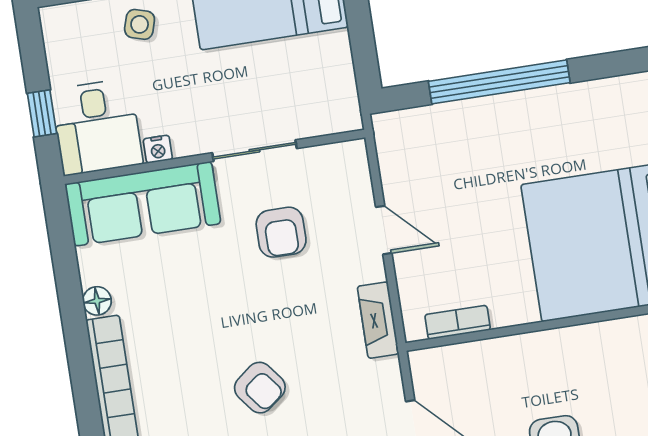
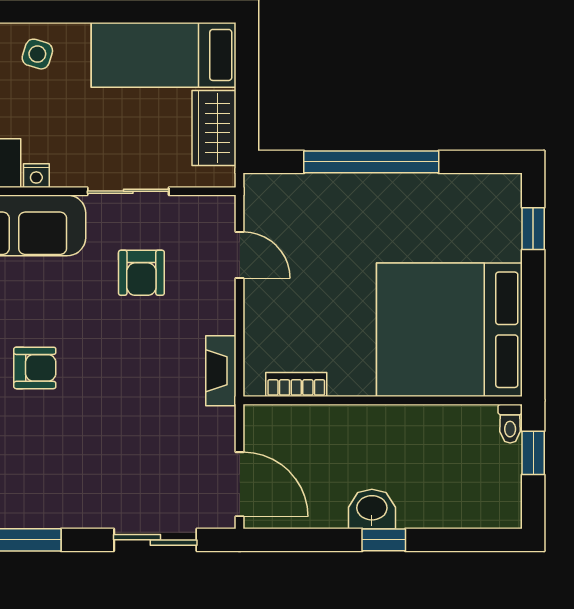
wardrobe: (333, 72) -> (214, 128), added
door: (384, 230) -> (240, 255), moved
armchair: (260, 388) -> (35, 368), moved, turned -52

